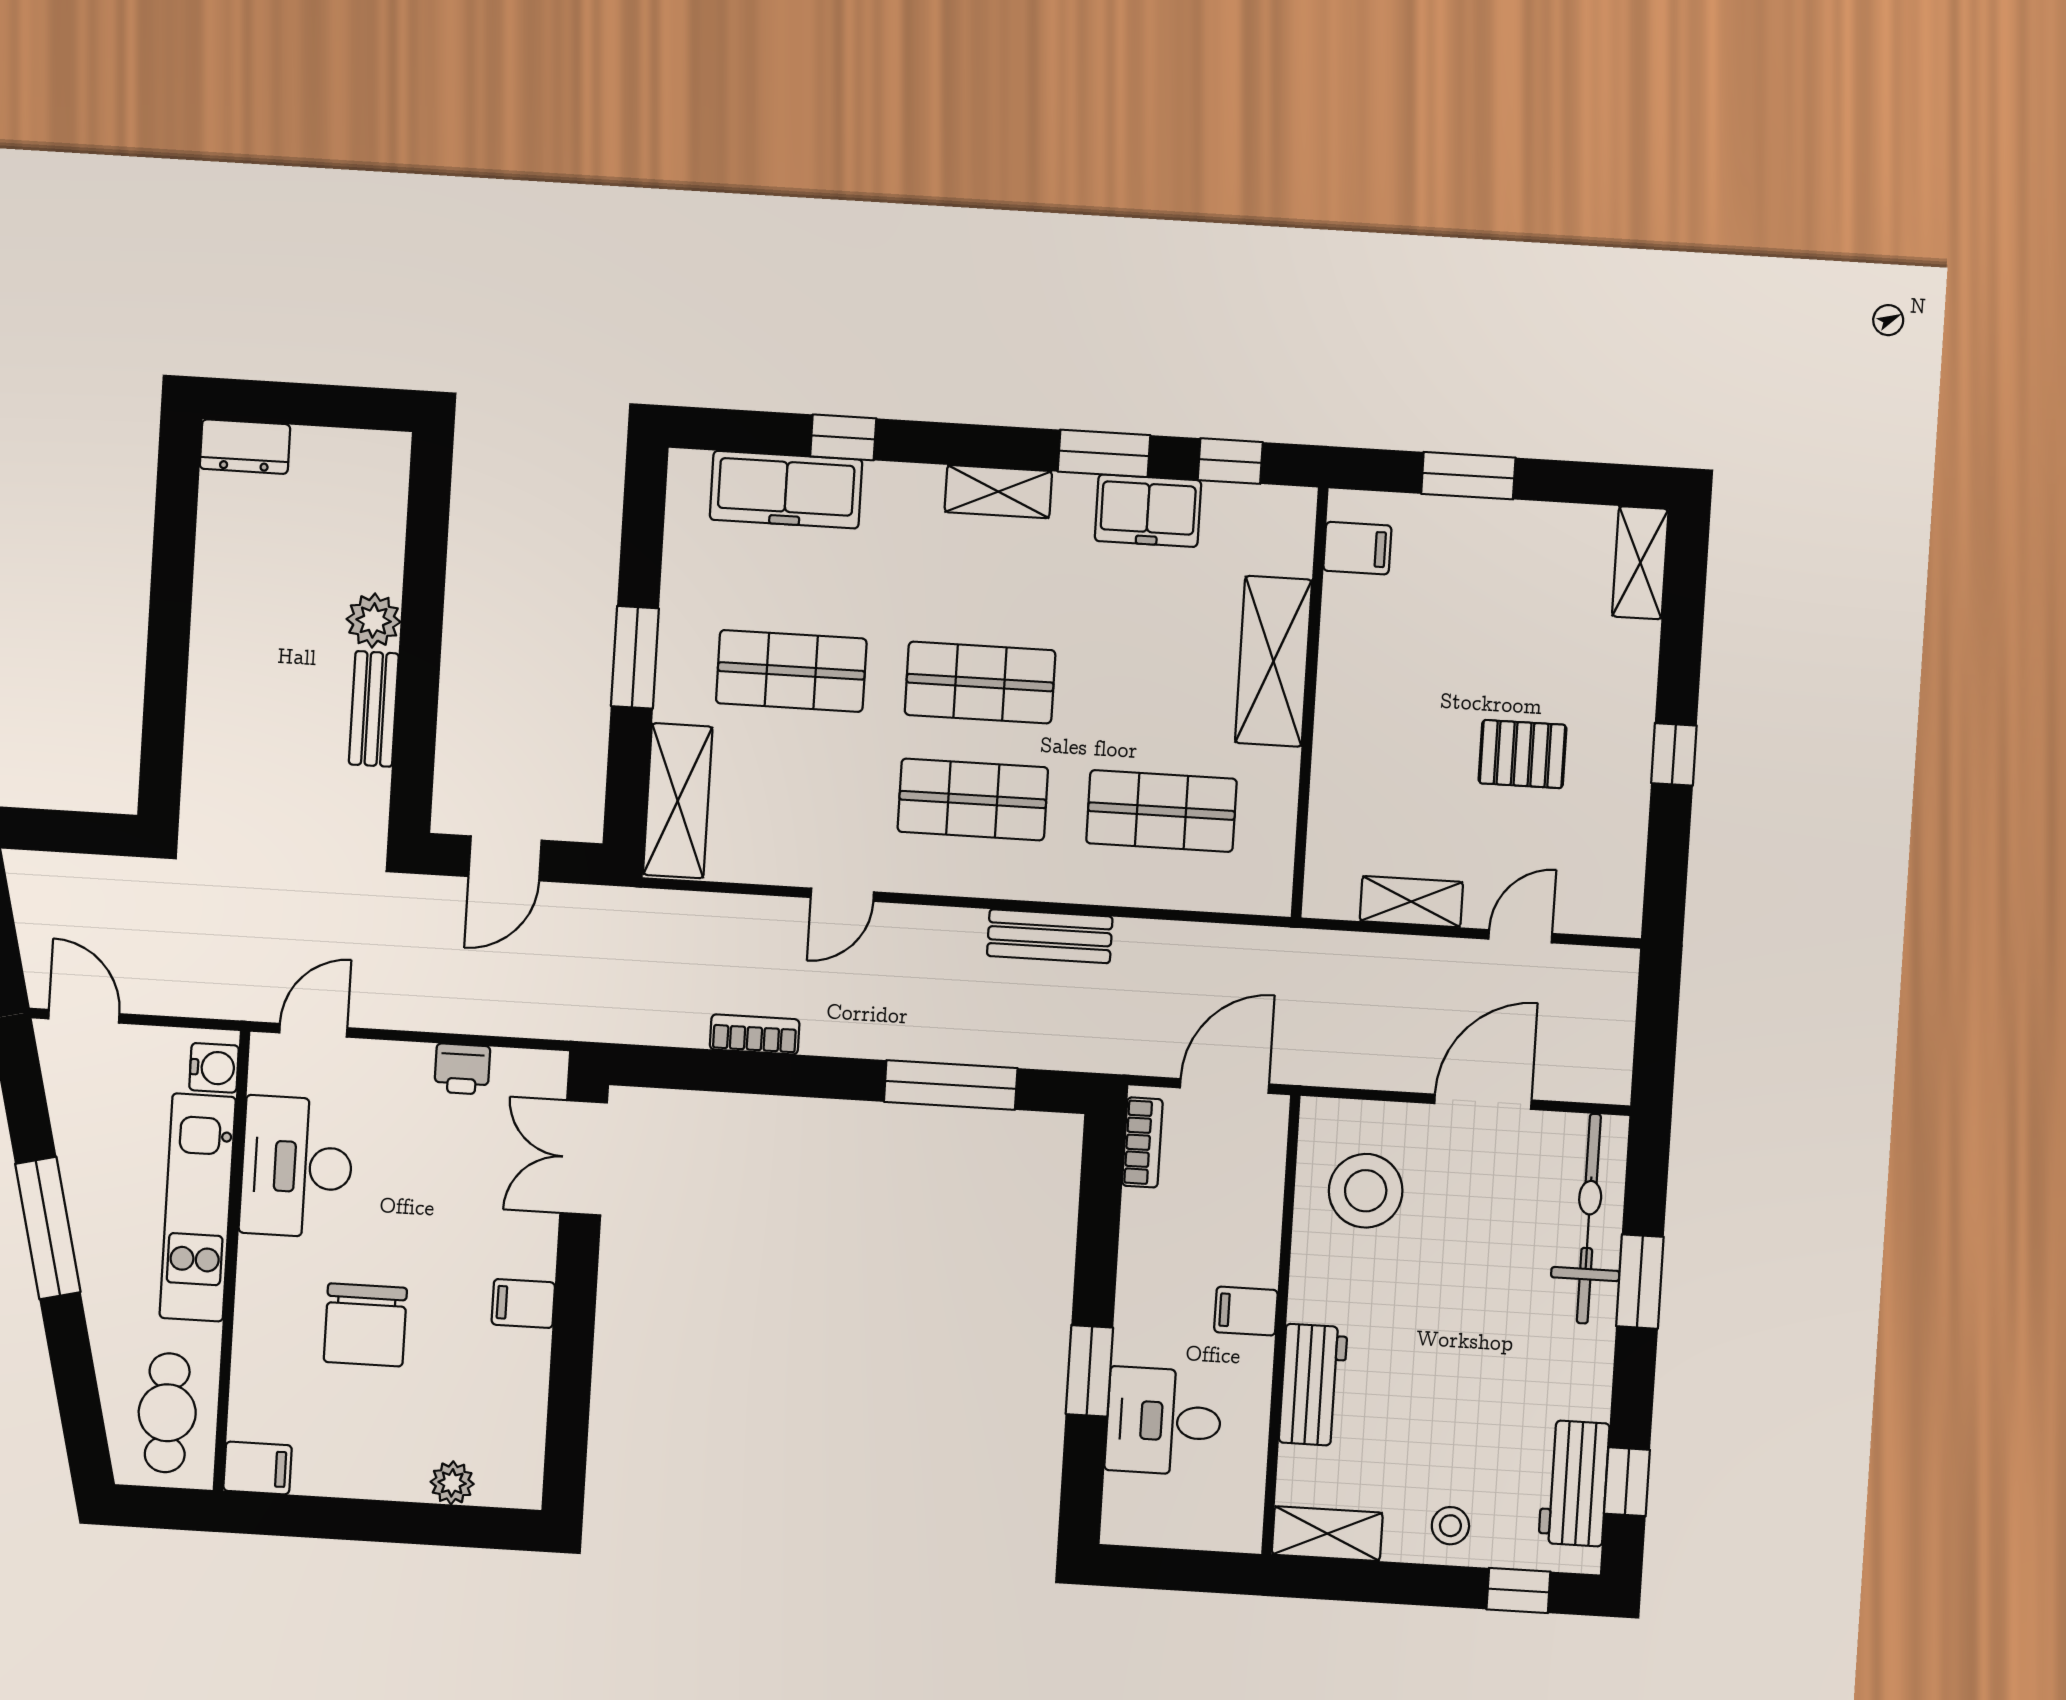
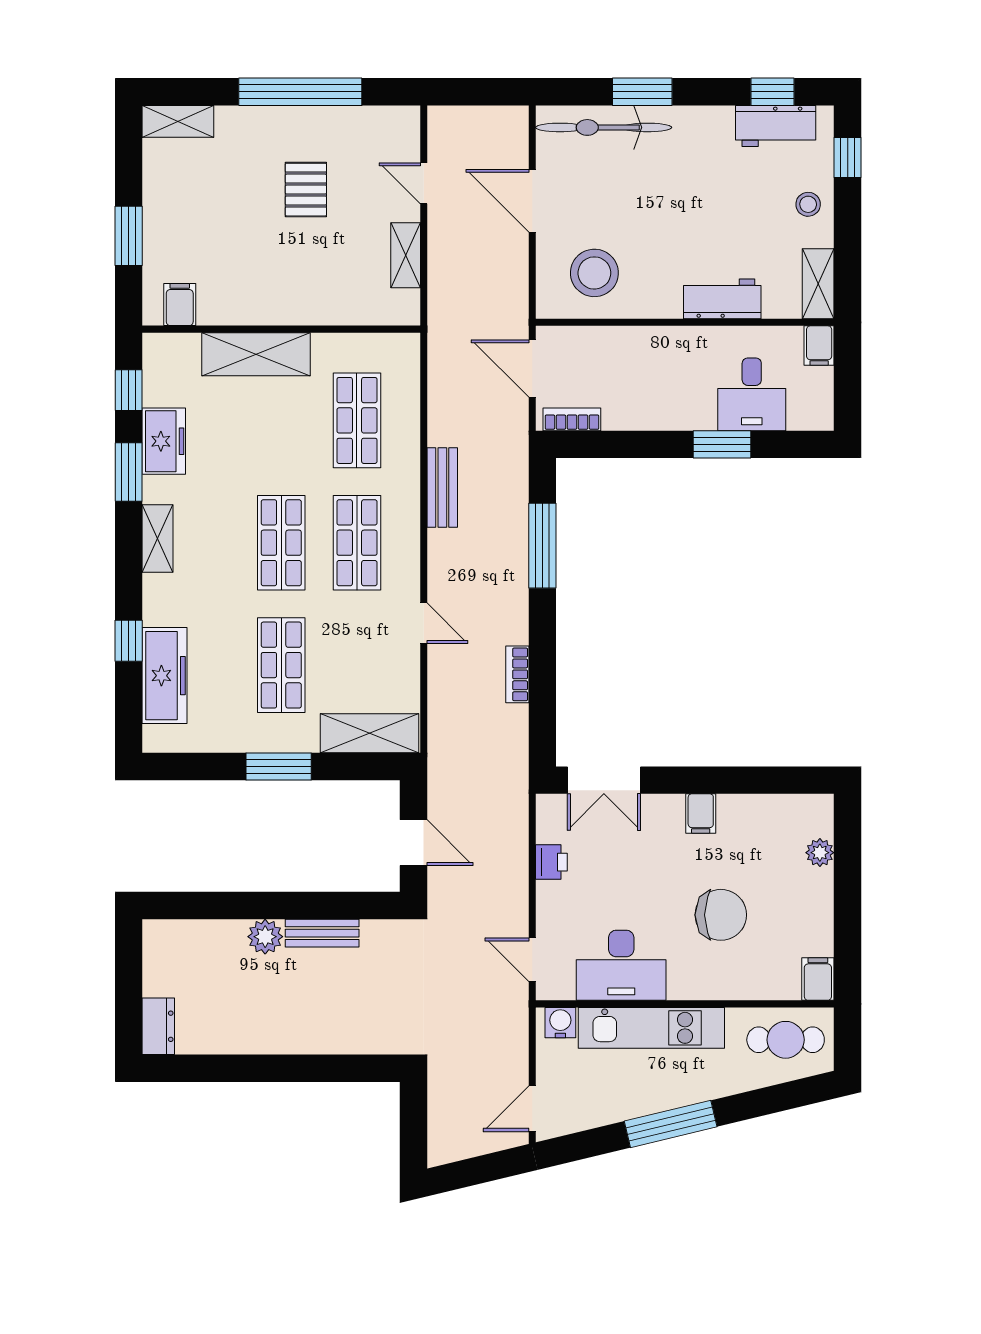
window: (1674, 754) -> (300, 92), width x3.17
filing cabinet: (1246, 1311) -> (819, 346), moved

